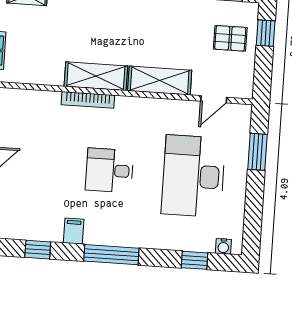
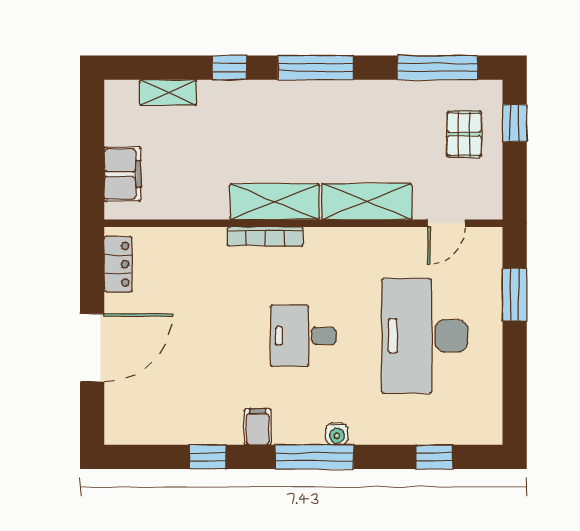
pallet: (230, 38) -> (464, 134), turned 90
water cooler: (223, 246) -> (337, 434), moved

